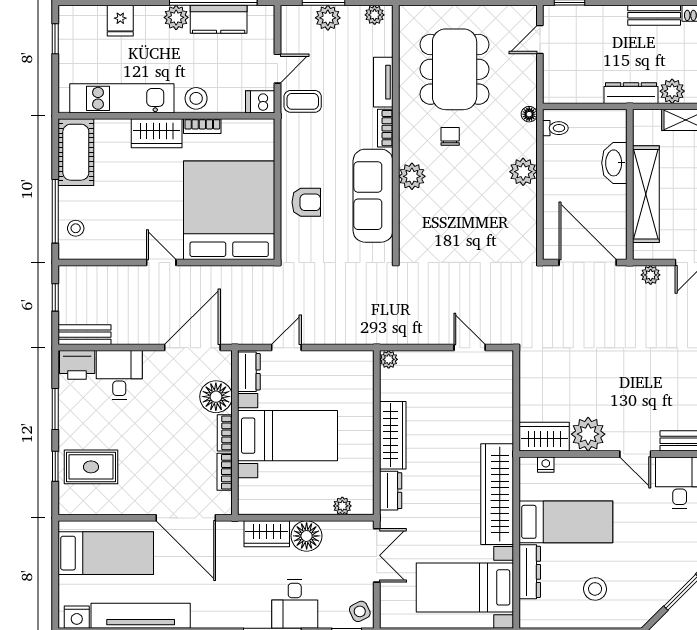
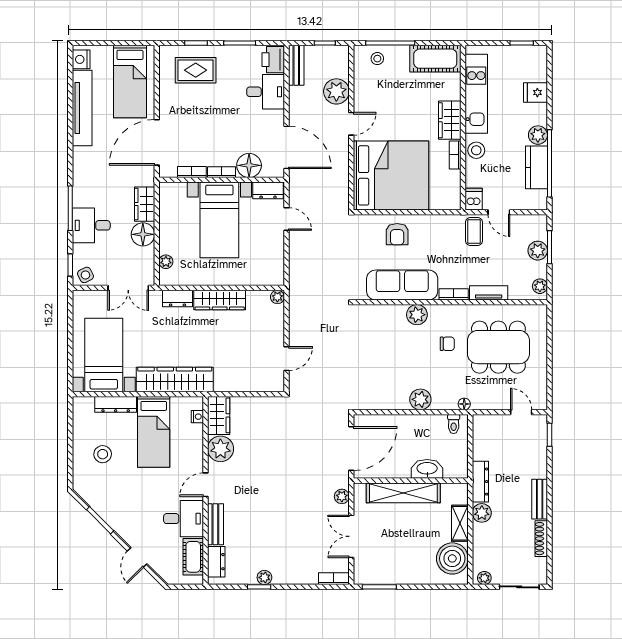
plant: (119, 282) -> (336, 91), added
rug: (91, 467) -> (196, 70), turned 90

